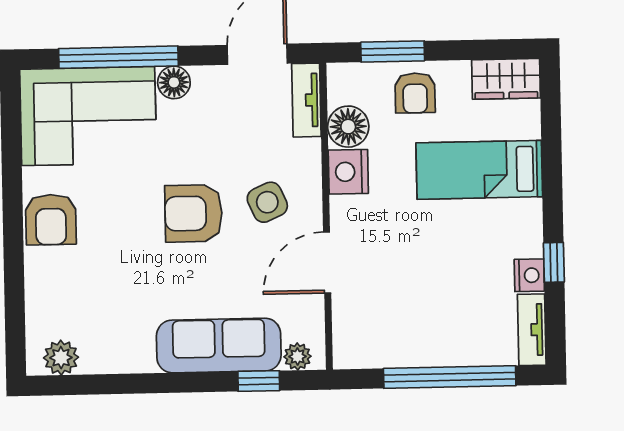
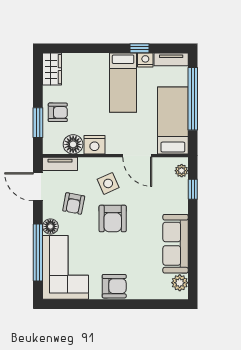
armchair: (224, 130) -> (74, 203), added
bed: (479, 170) -> (123, 83), moved
bed: (403, 336) -> (173, 120), added
sofa: (219, 345) -> (175, 244), moved

